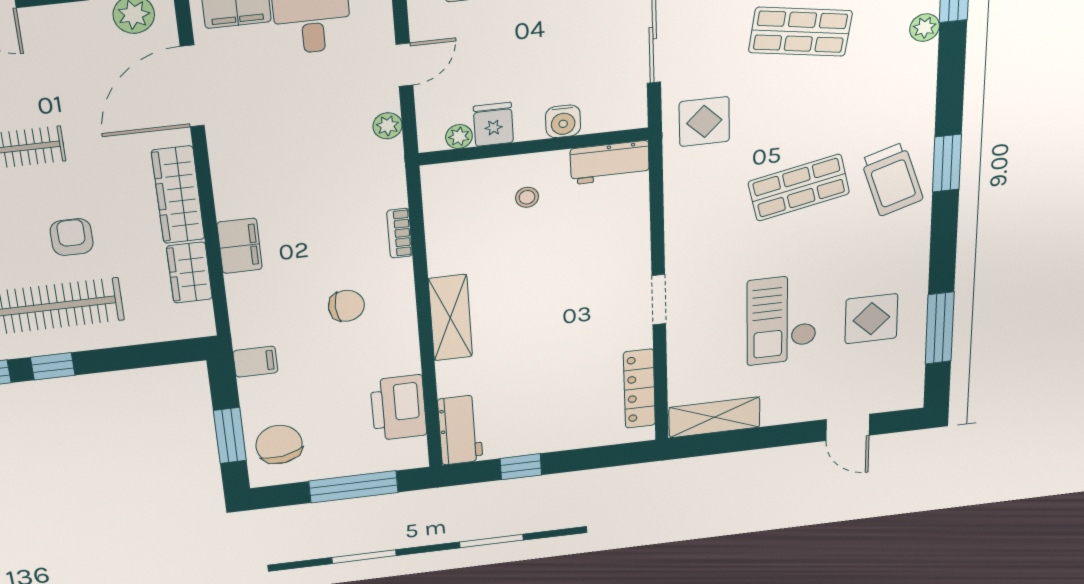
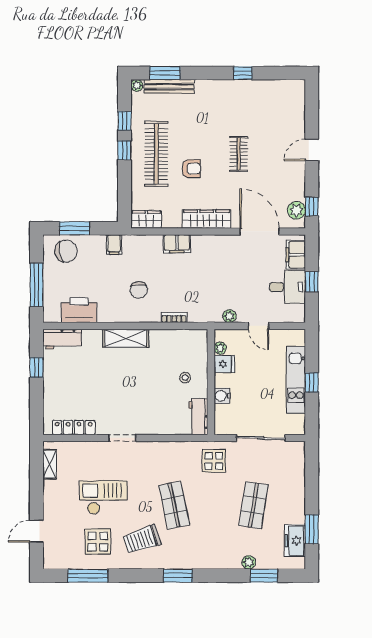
trolley: (892, 179) -> (142, 539), moved
wardrobe: (189, 273) -> (146, 219), moved
shelving: (714, 417) -> (50, 464), width x0.67, depth x0.75

